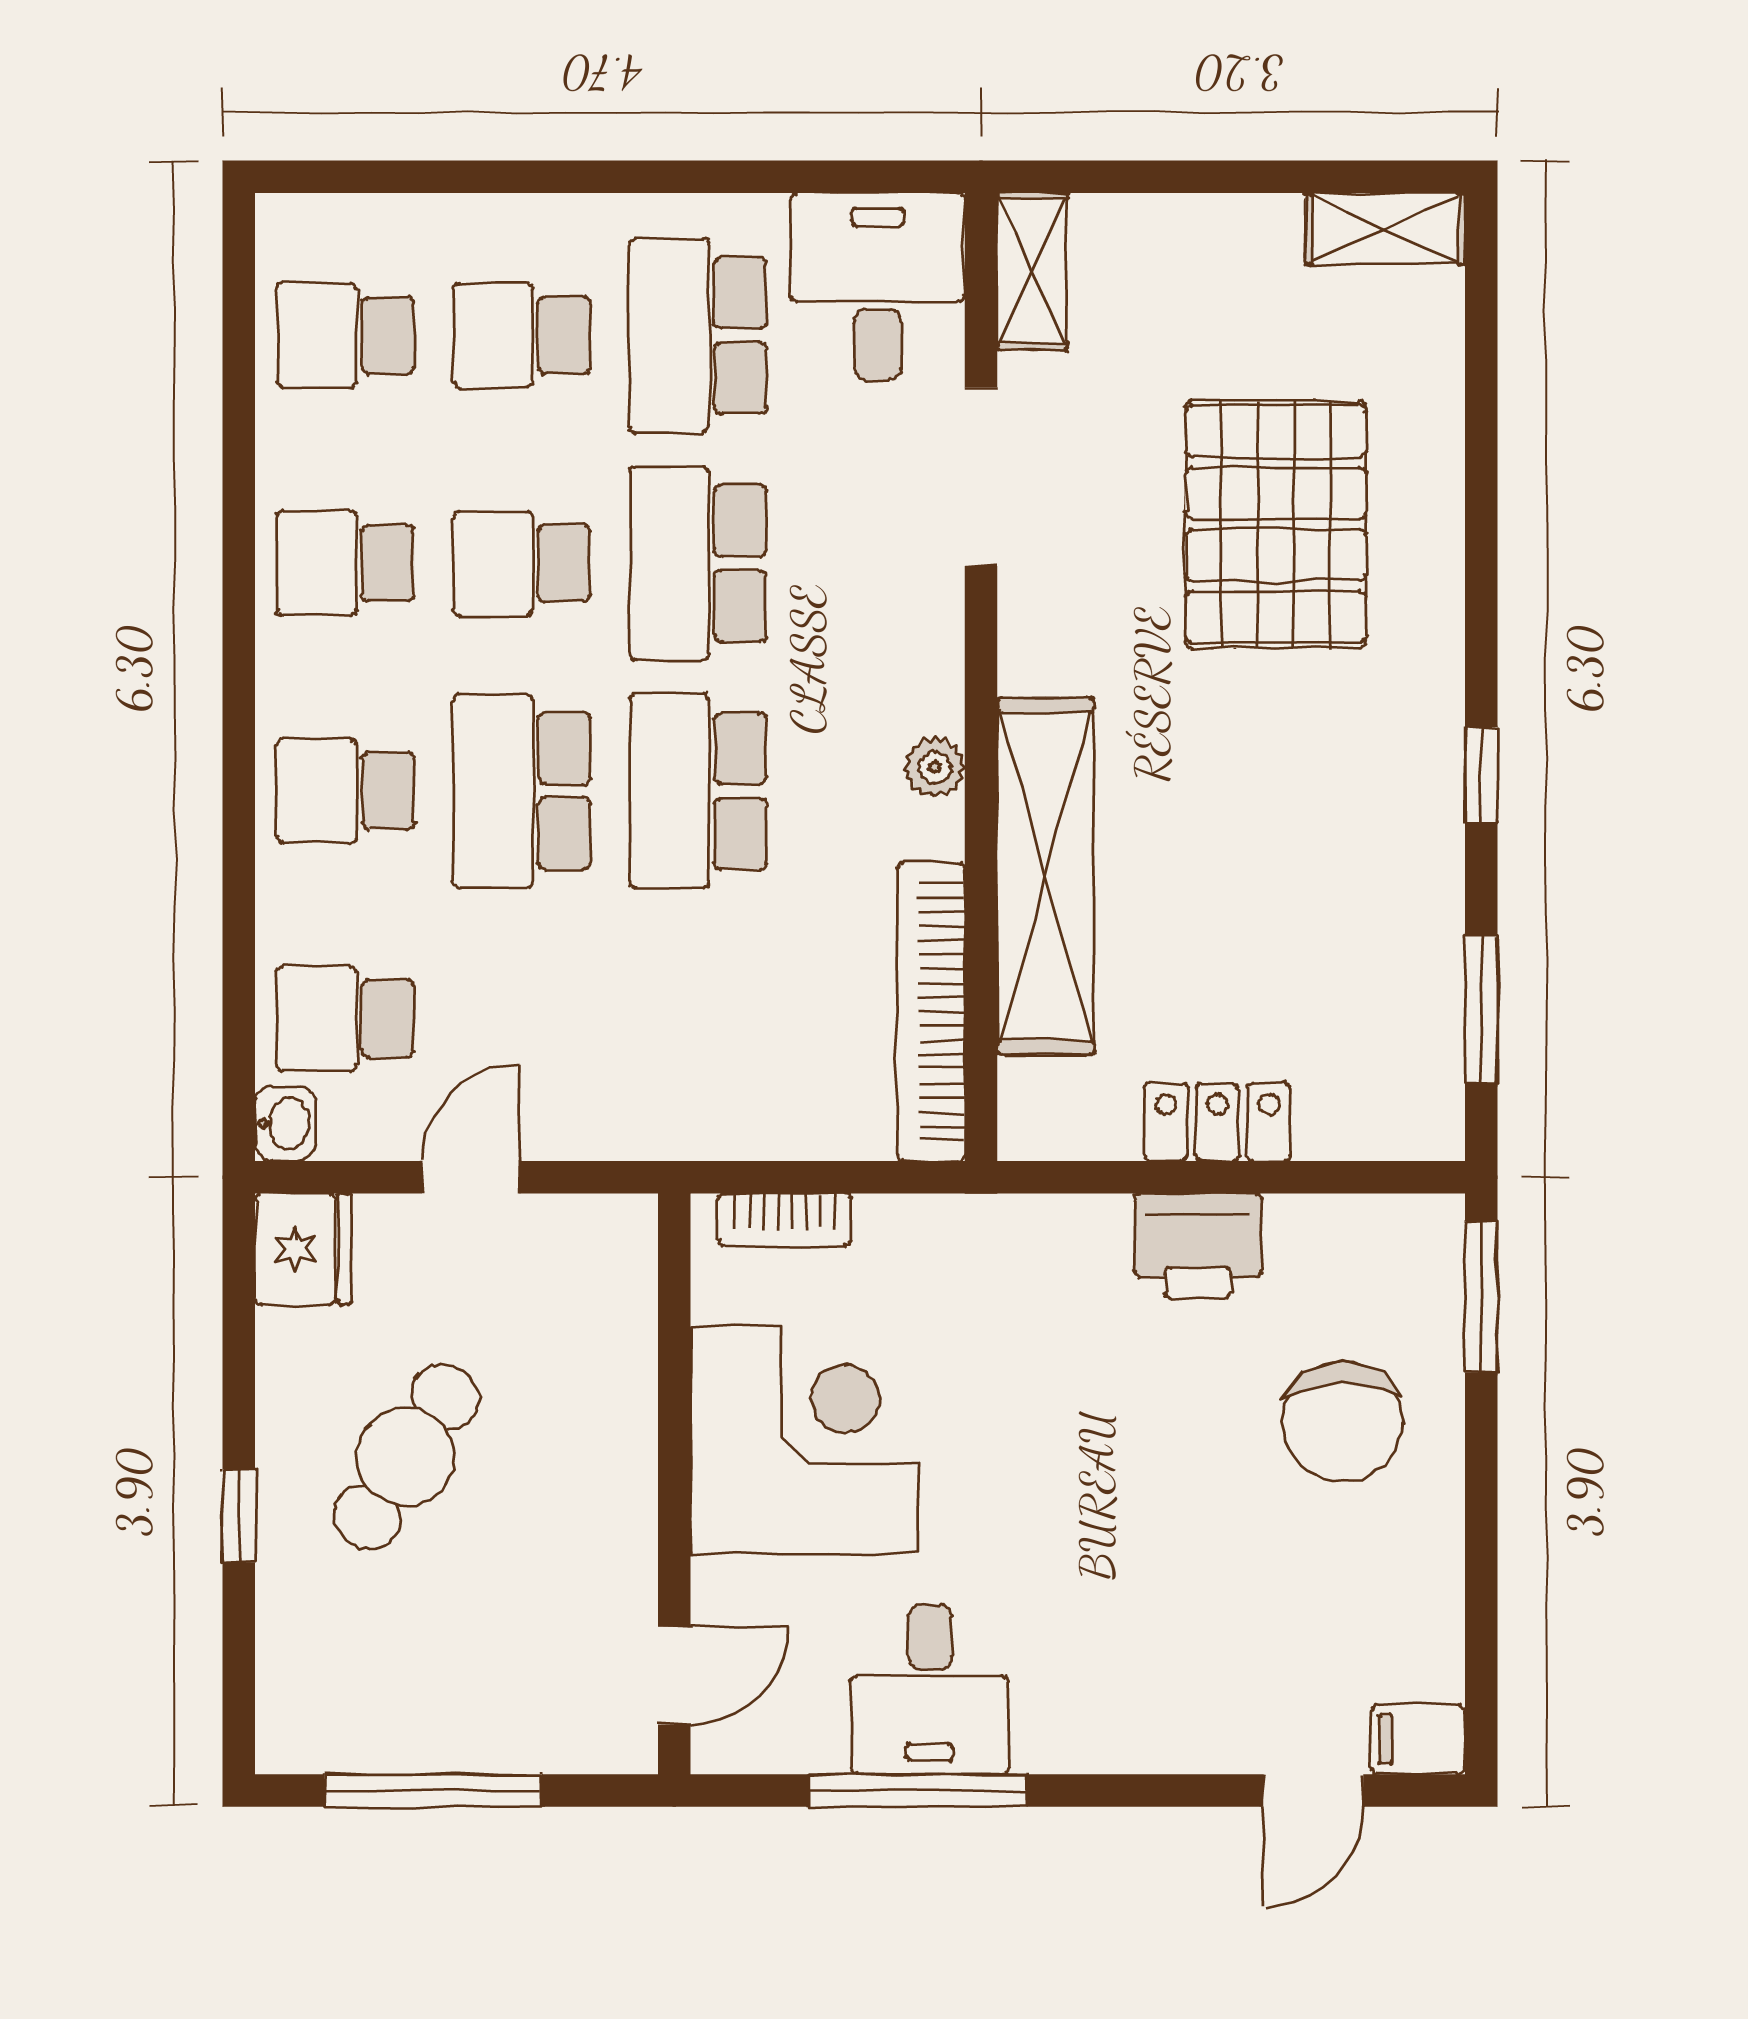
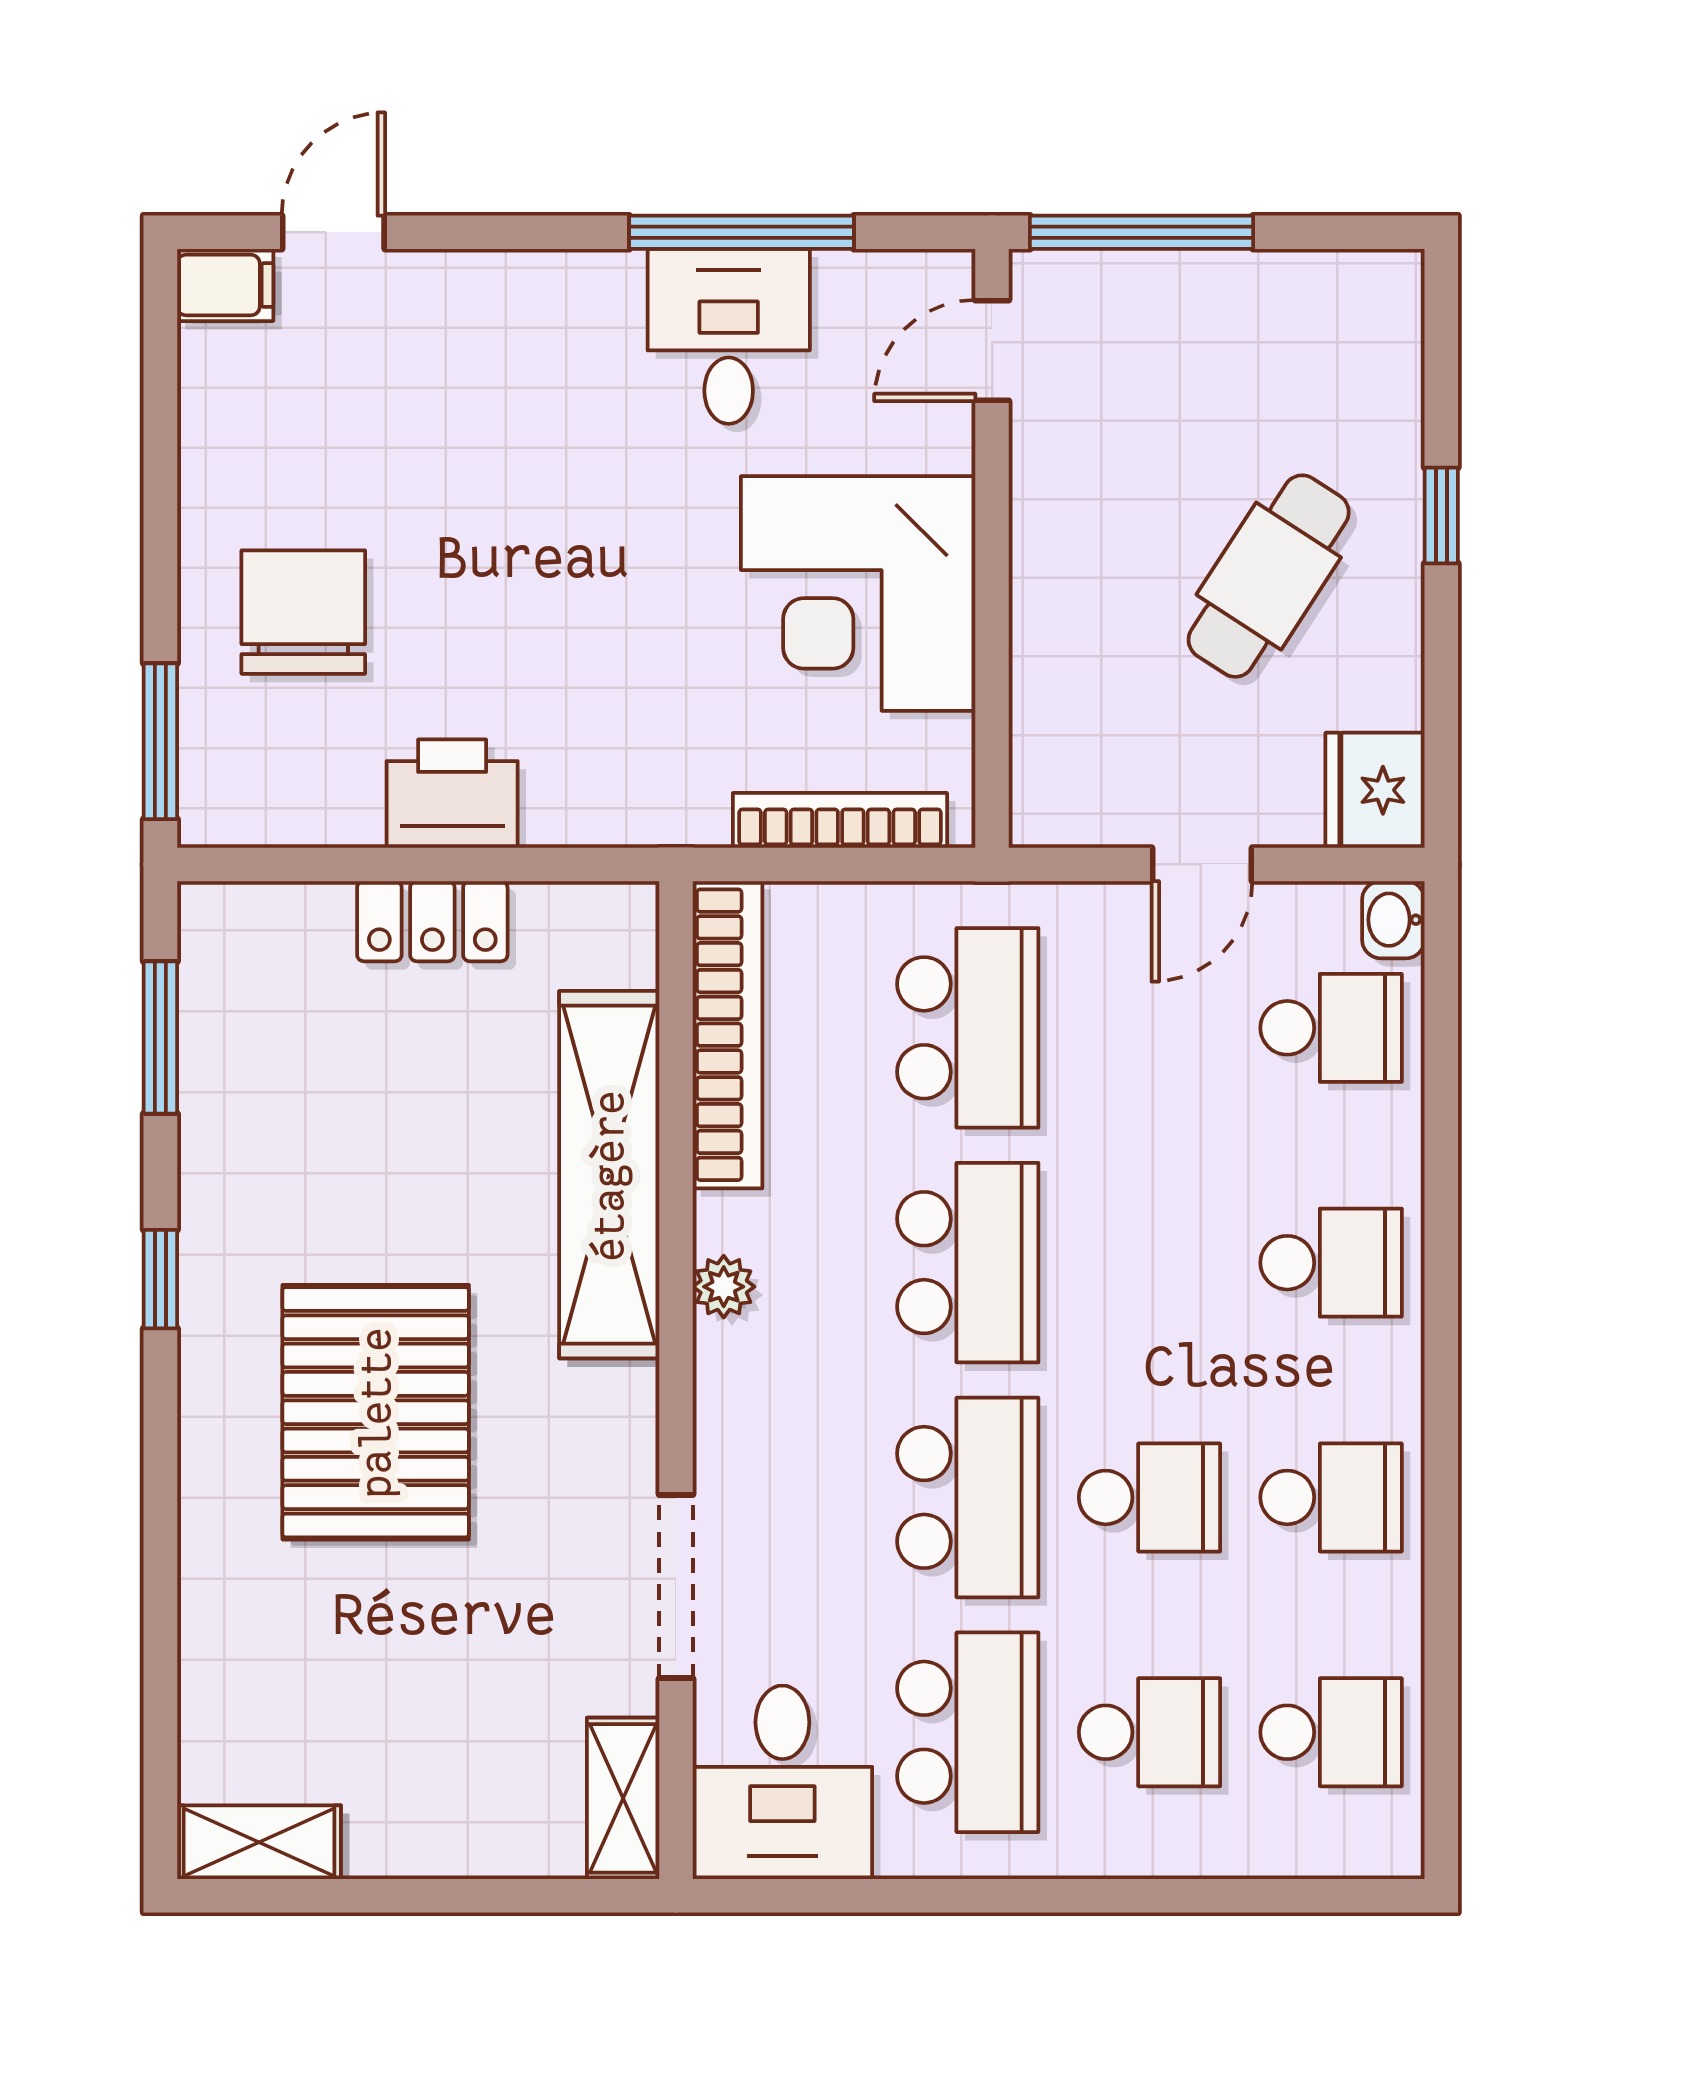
pallet: (1276, 524) -> (376, 1412), moved
school desk: (522, 791) -> (968, 1028), moved
bookcase: (784, 1220) -> (840, 820), width x1.56
window: (433, 1790) -> (1141, 232), moved

